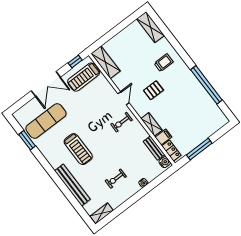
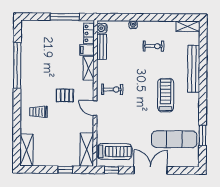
window: (110, 35) -> (65, 170), added
door: (123, 98) -> (95, 108), hinge flipped

